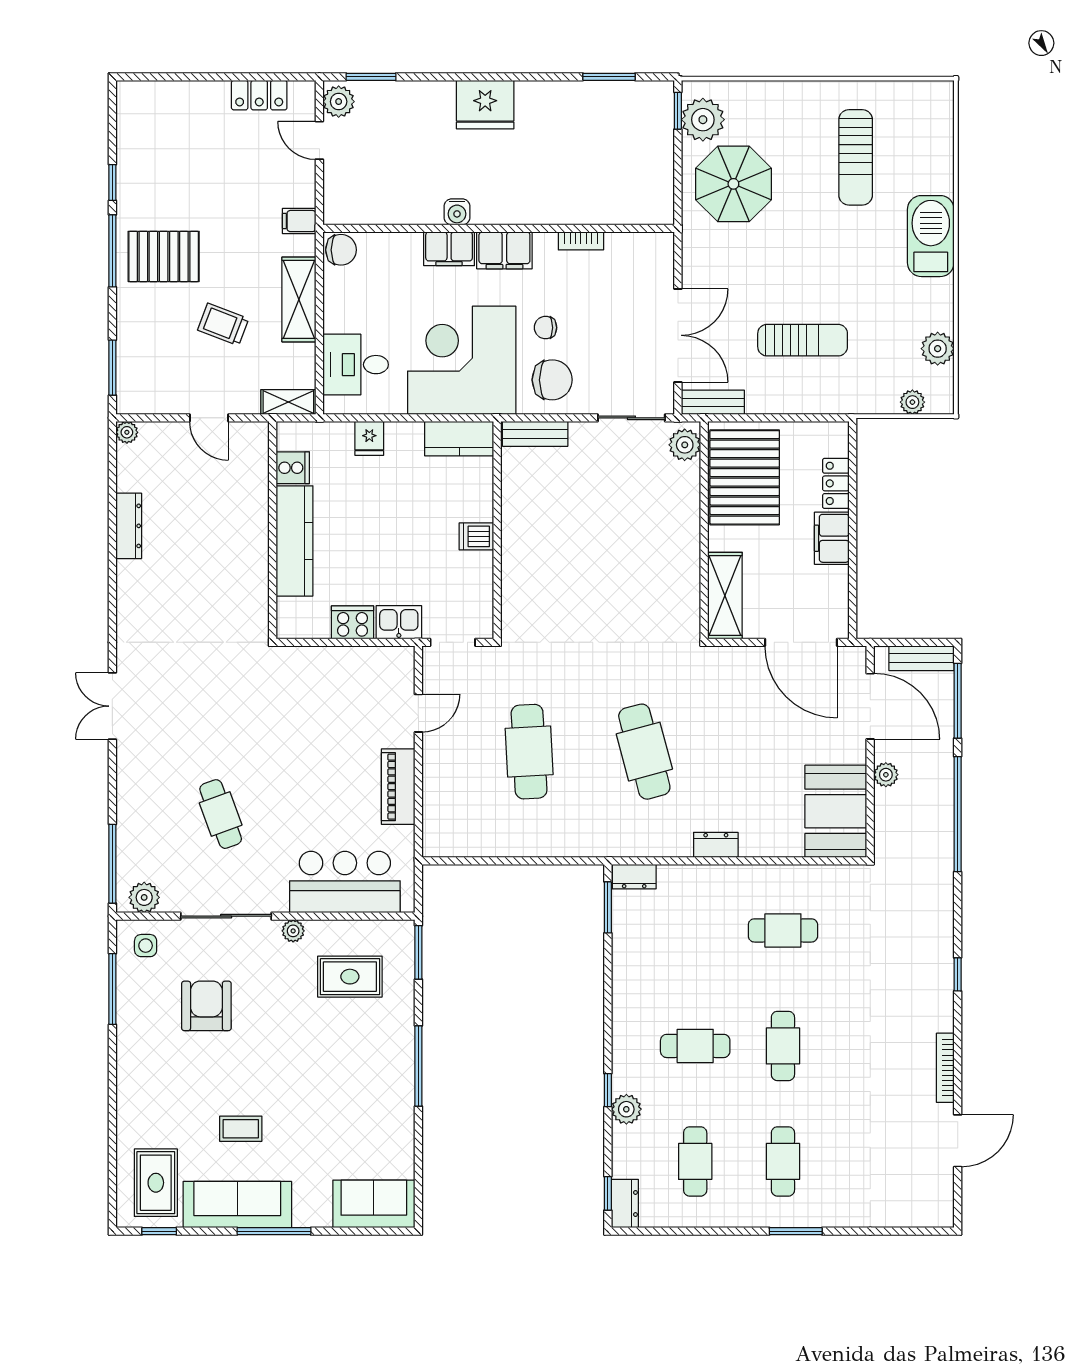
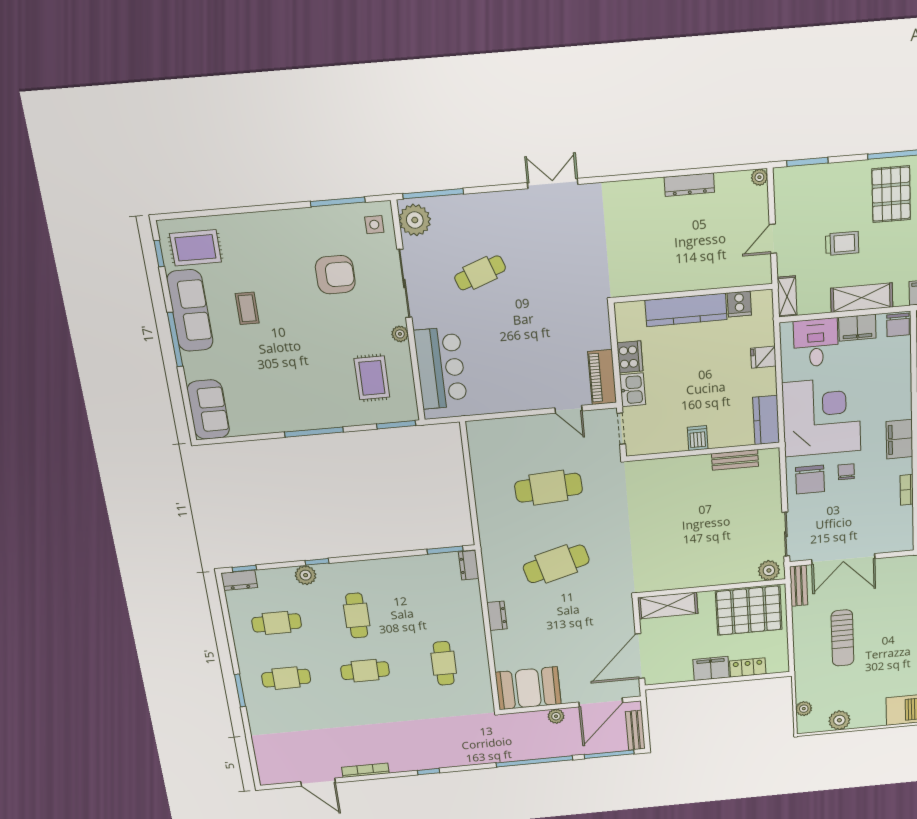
filing cabinet: (449, 249) -> (857, 328), moved, turned -90
trolley: (223, 324) -> (842, 243), turned 69
bench: (535, 434) -> (735, 460), moved, turned 90
piano: (398, 787) -> (602, 377), moved, turned -90
plant: (144, 897) -> (415, 220), width x1.36, depth x1.36

